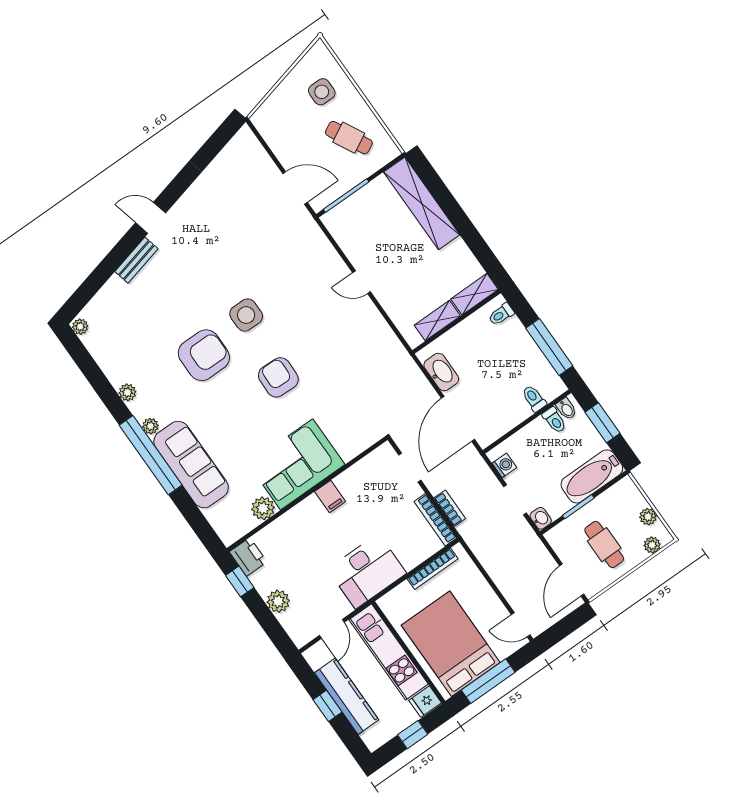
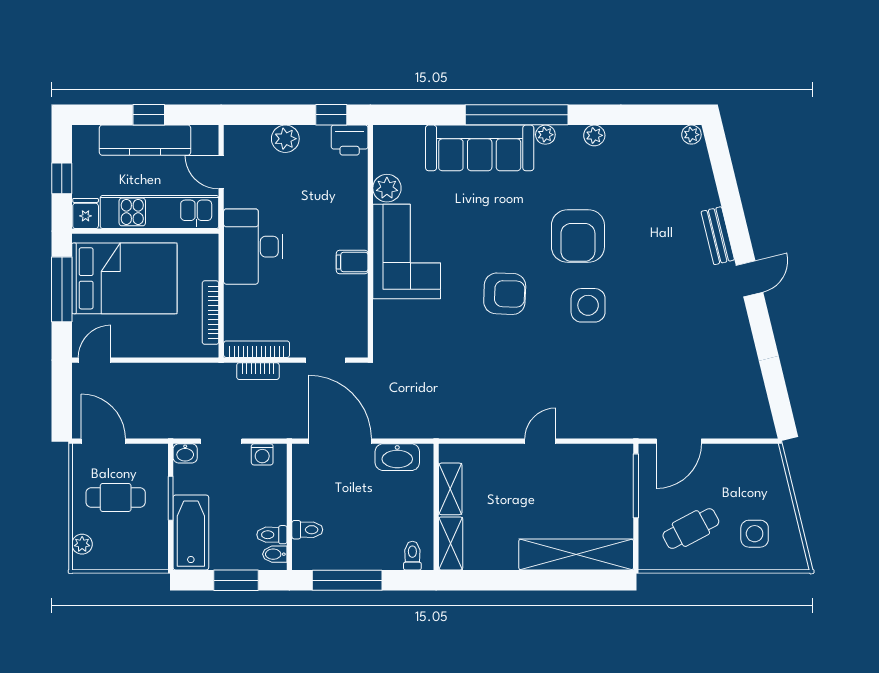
plant: (648, 517) -> (113, 560), removed

